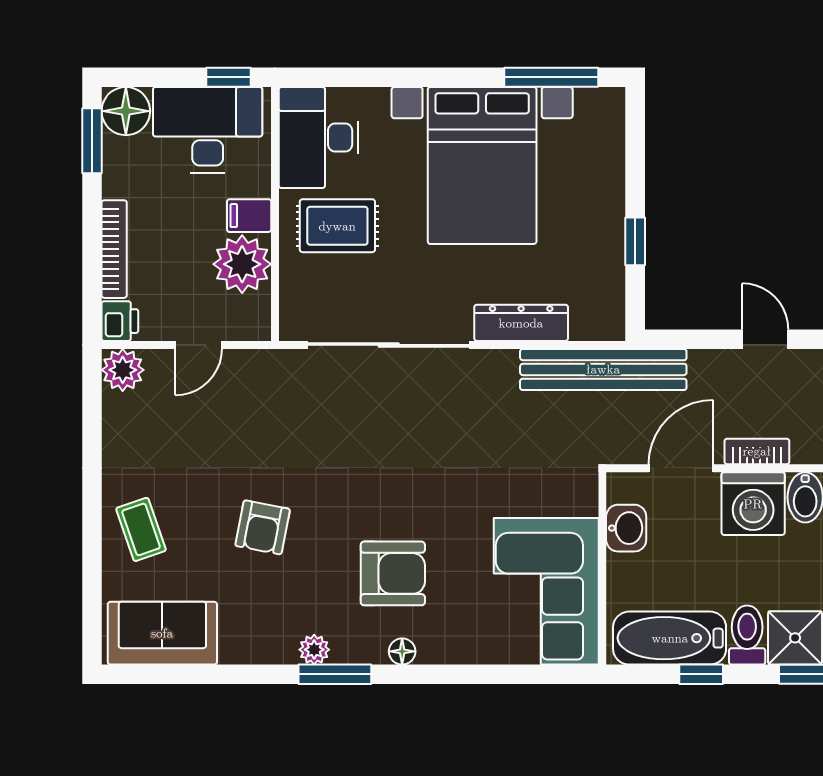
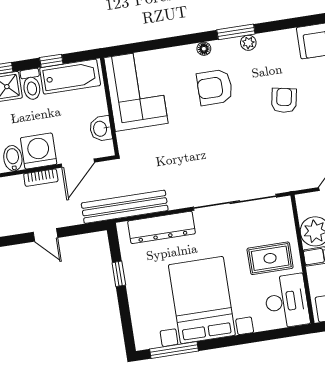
dresser: (521, 323) -> (162, 227), width x1.37, depth x1.24

